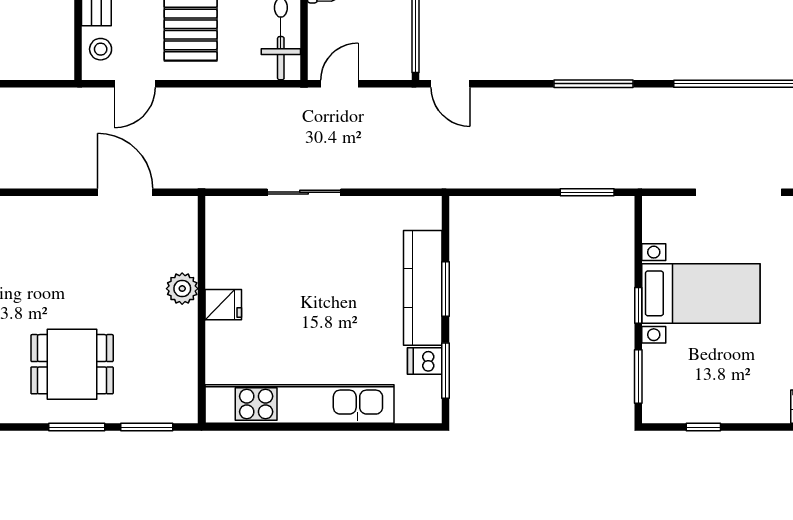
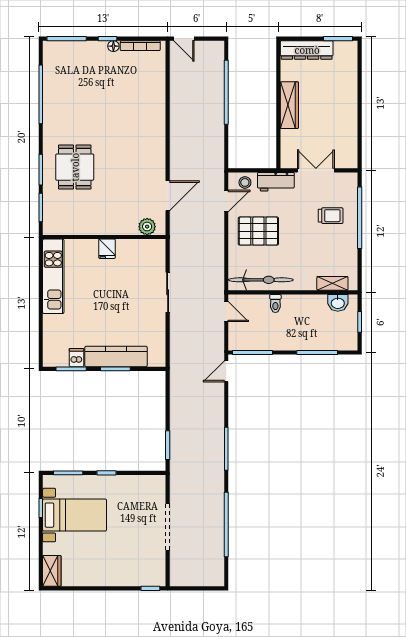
door: (135, 84) -> (226, 201), swing flipped
plant: (182, 289) -> (147, 227), moved
bed with nightstands: (701, 293) -> (75, 515), moved, turned -90
kitchen unit: (299, 404) -> (53, 276), width x0.73

